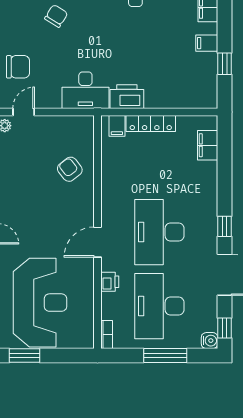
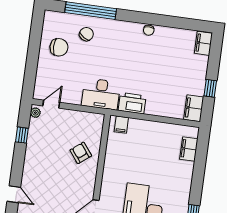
filing cabinet: (207, 43) -> (194, 108), moved, width x2.00
chair: (18, 67) -> (59, 47), moved
locker: (151, 124) -> (147, 126), removed

